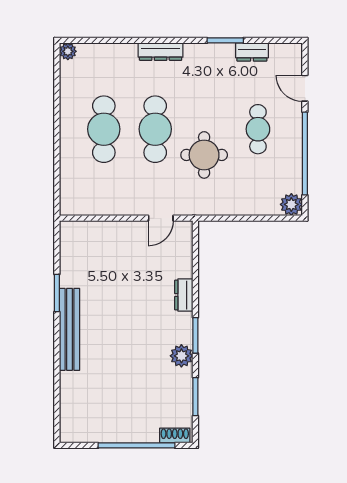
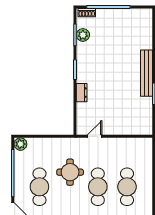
cafe table: (258, 129) -> (39, 187), width x1.37, depth x1.35
plant: (181, 356) -> (83, 35), moved

